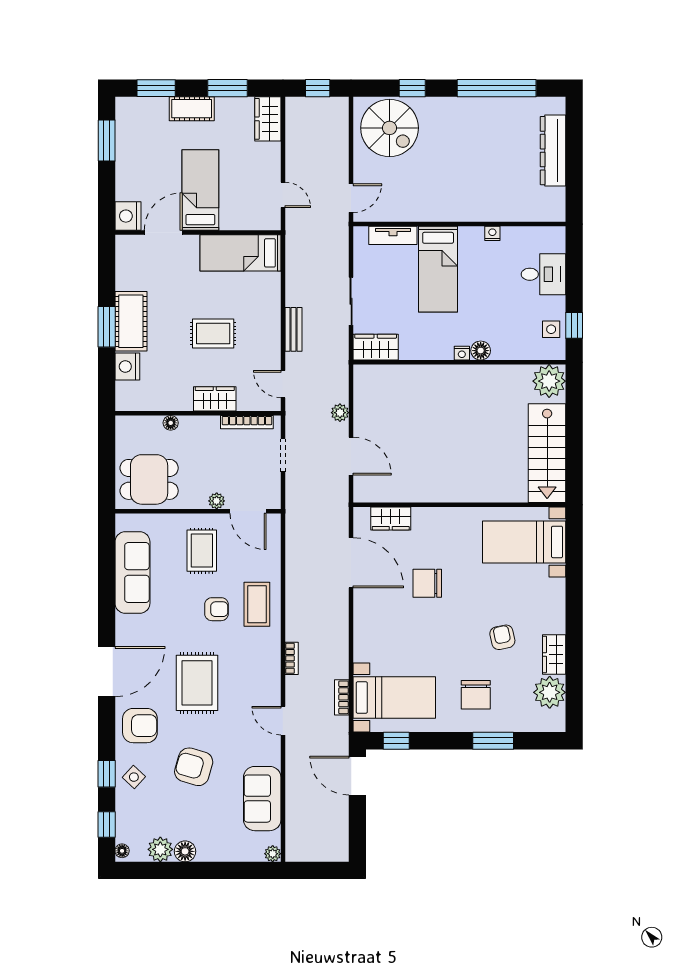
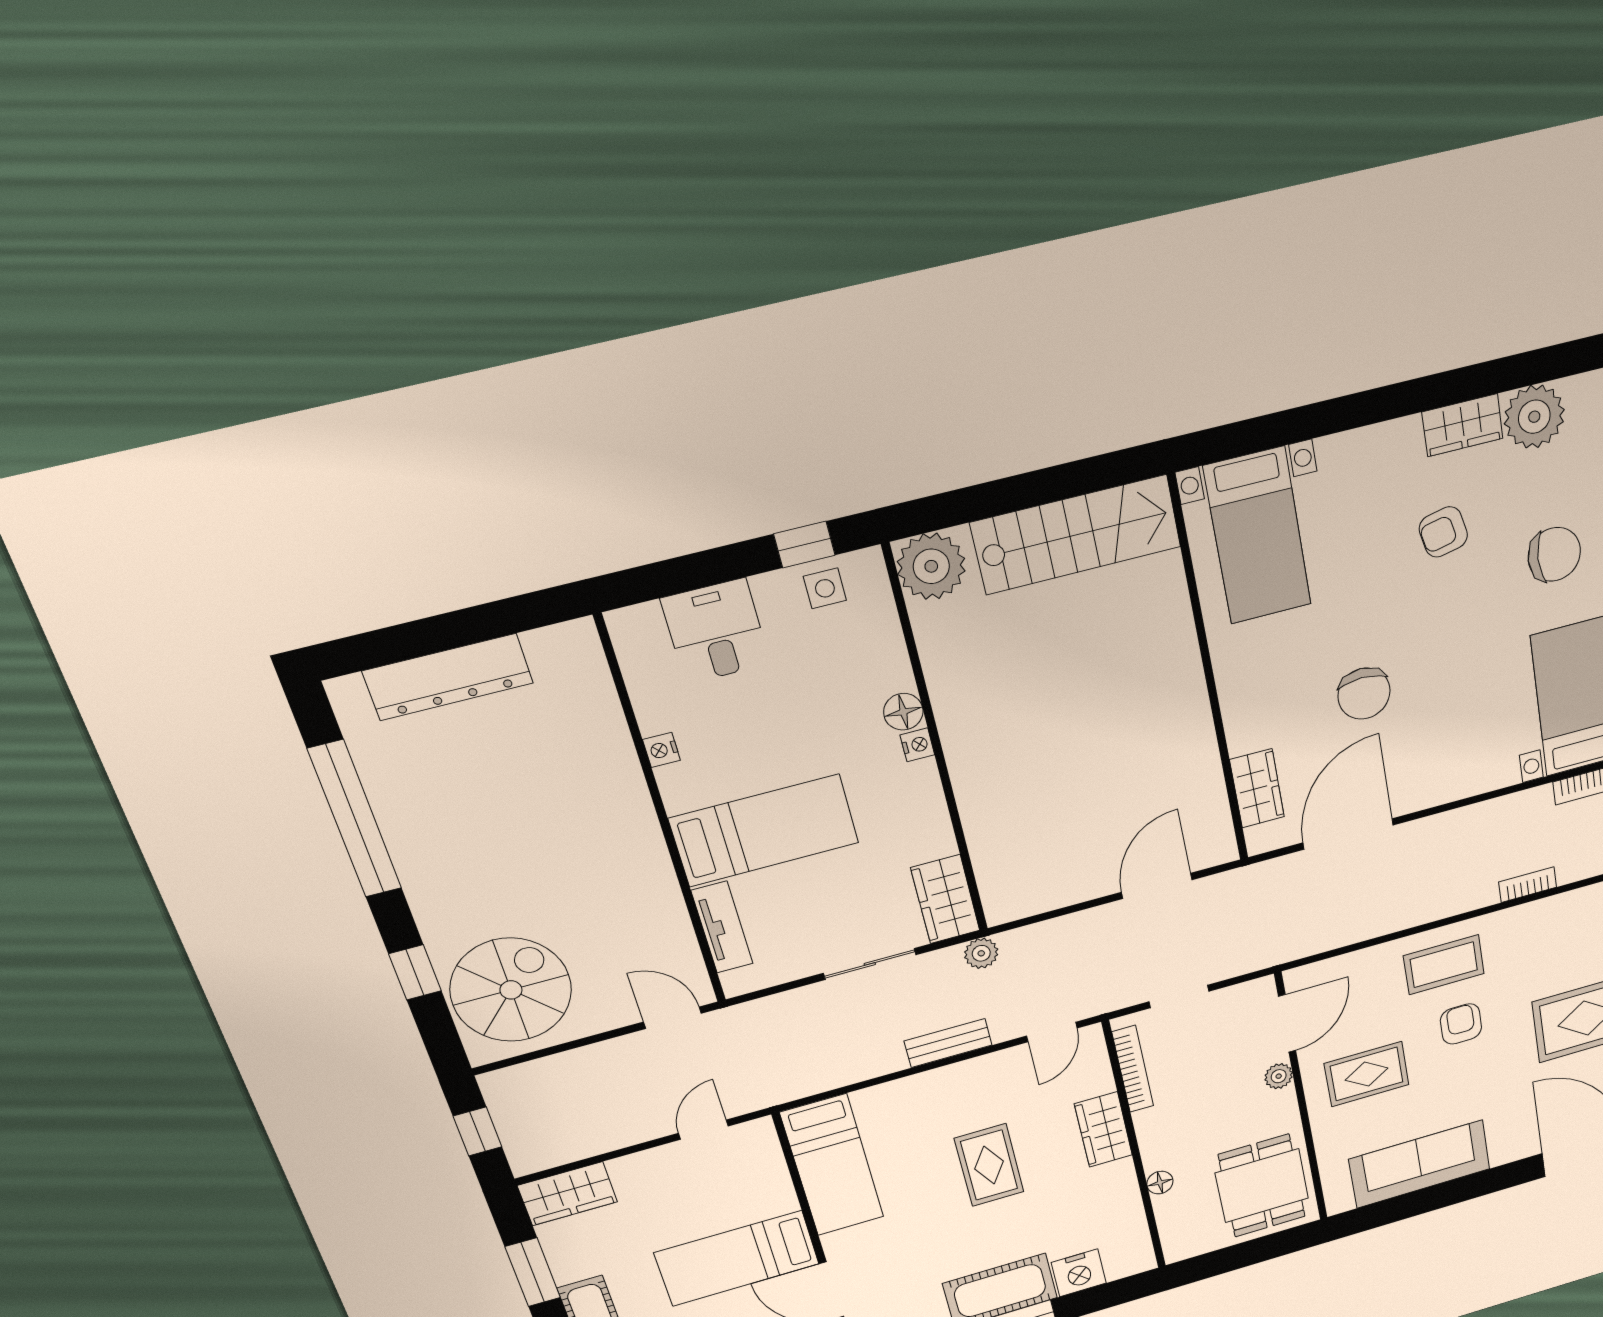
plant: (340, 413) -> (981, 953), moved

